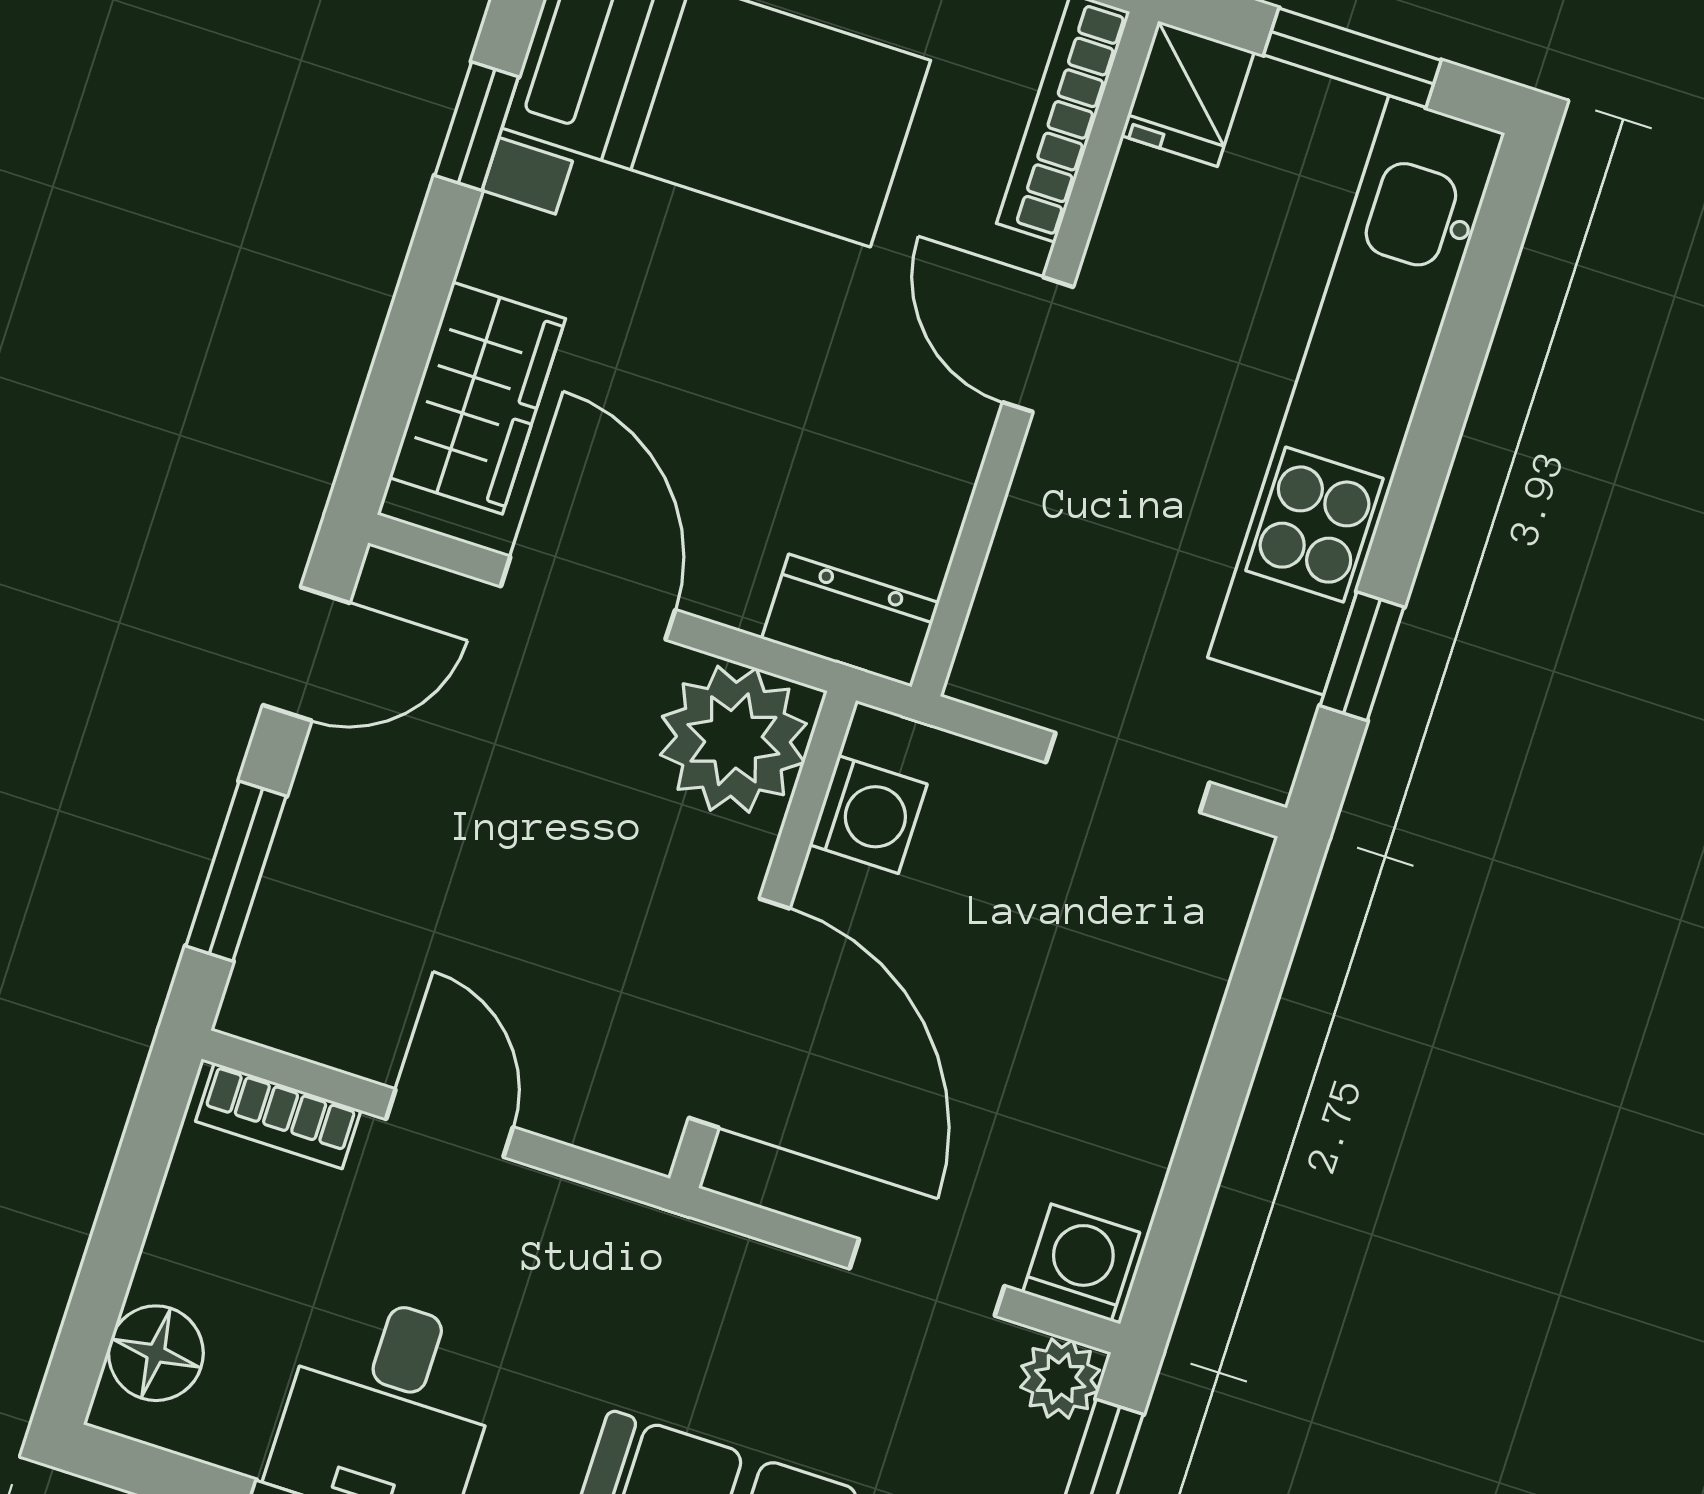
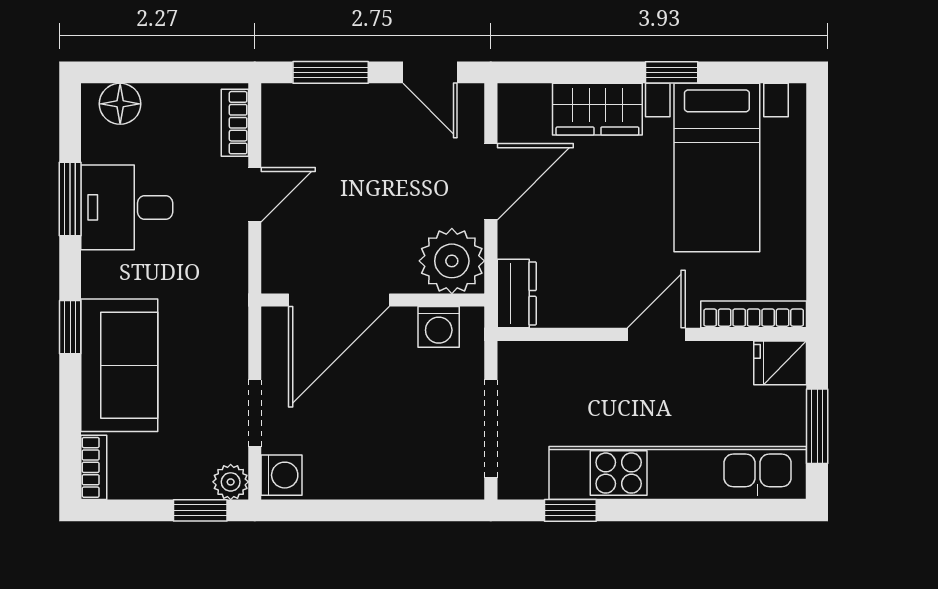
wardrobe: (477, 398) -> (597, 109), moved
doorway: (1128, 772) -> (491, 429), width x1.38

